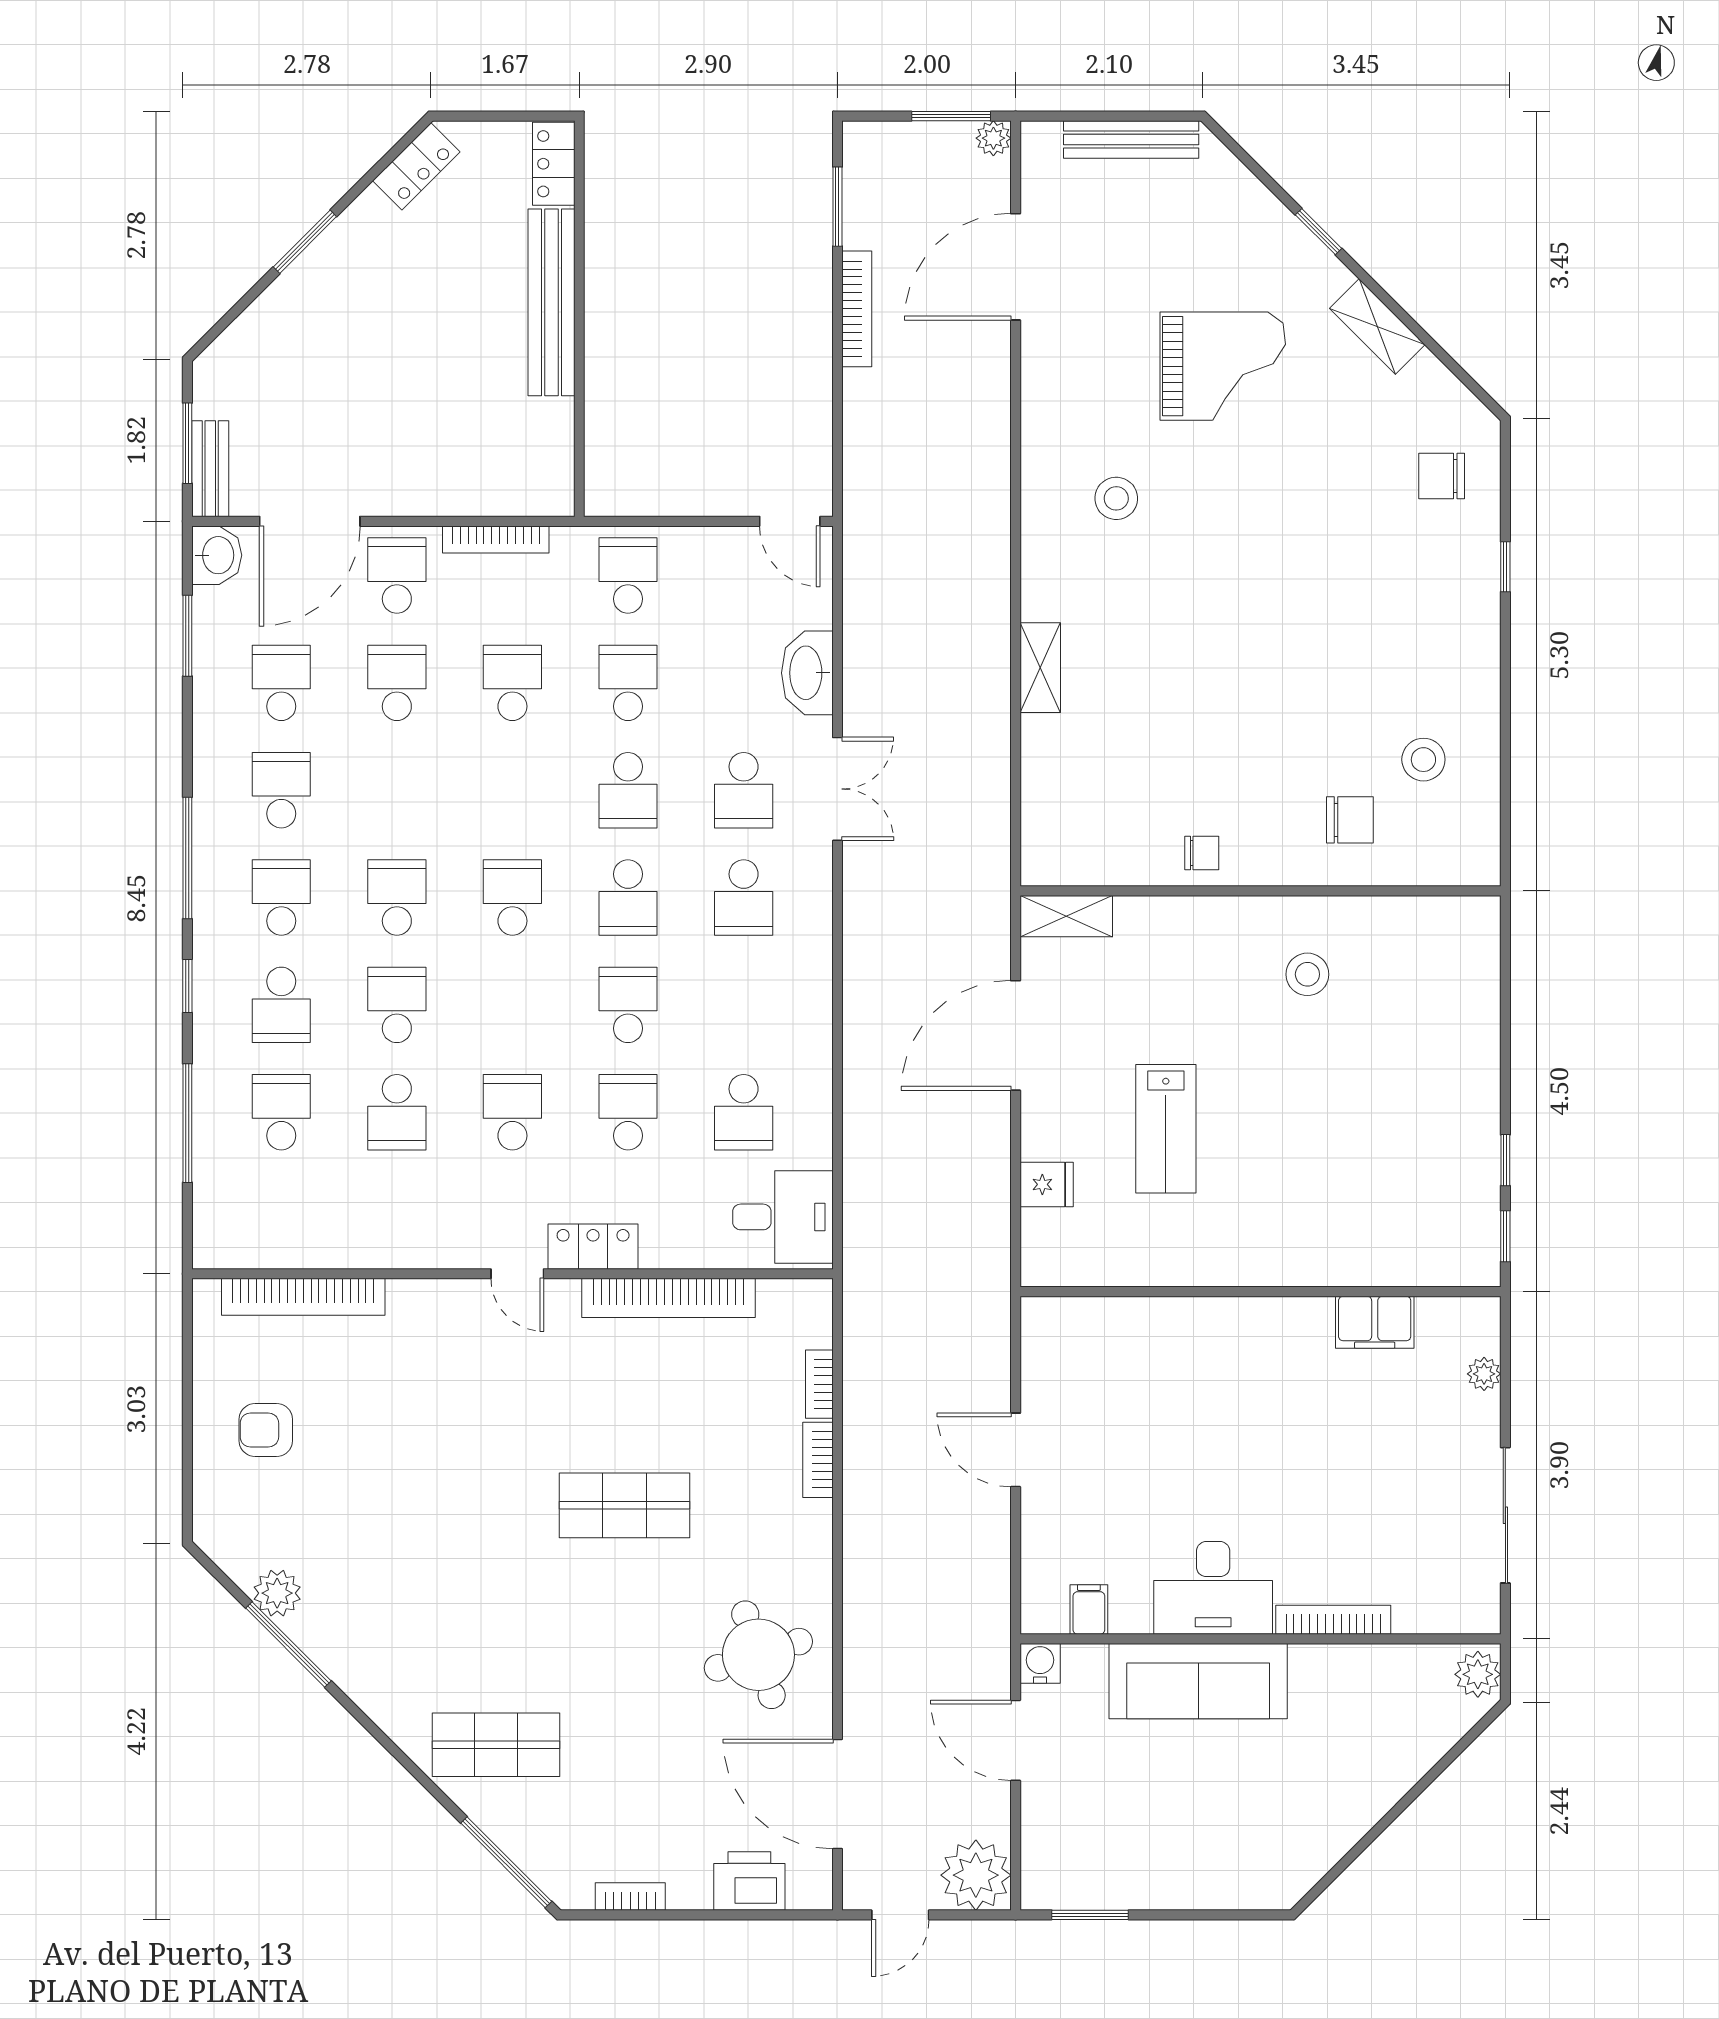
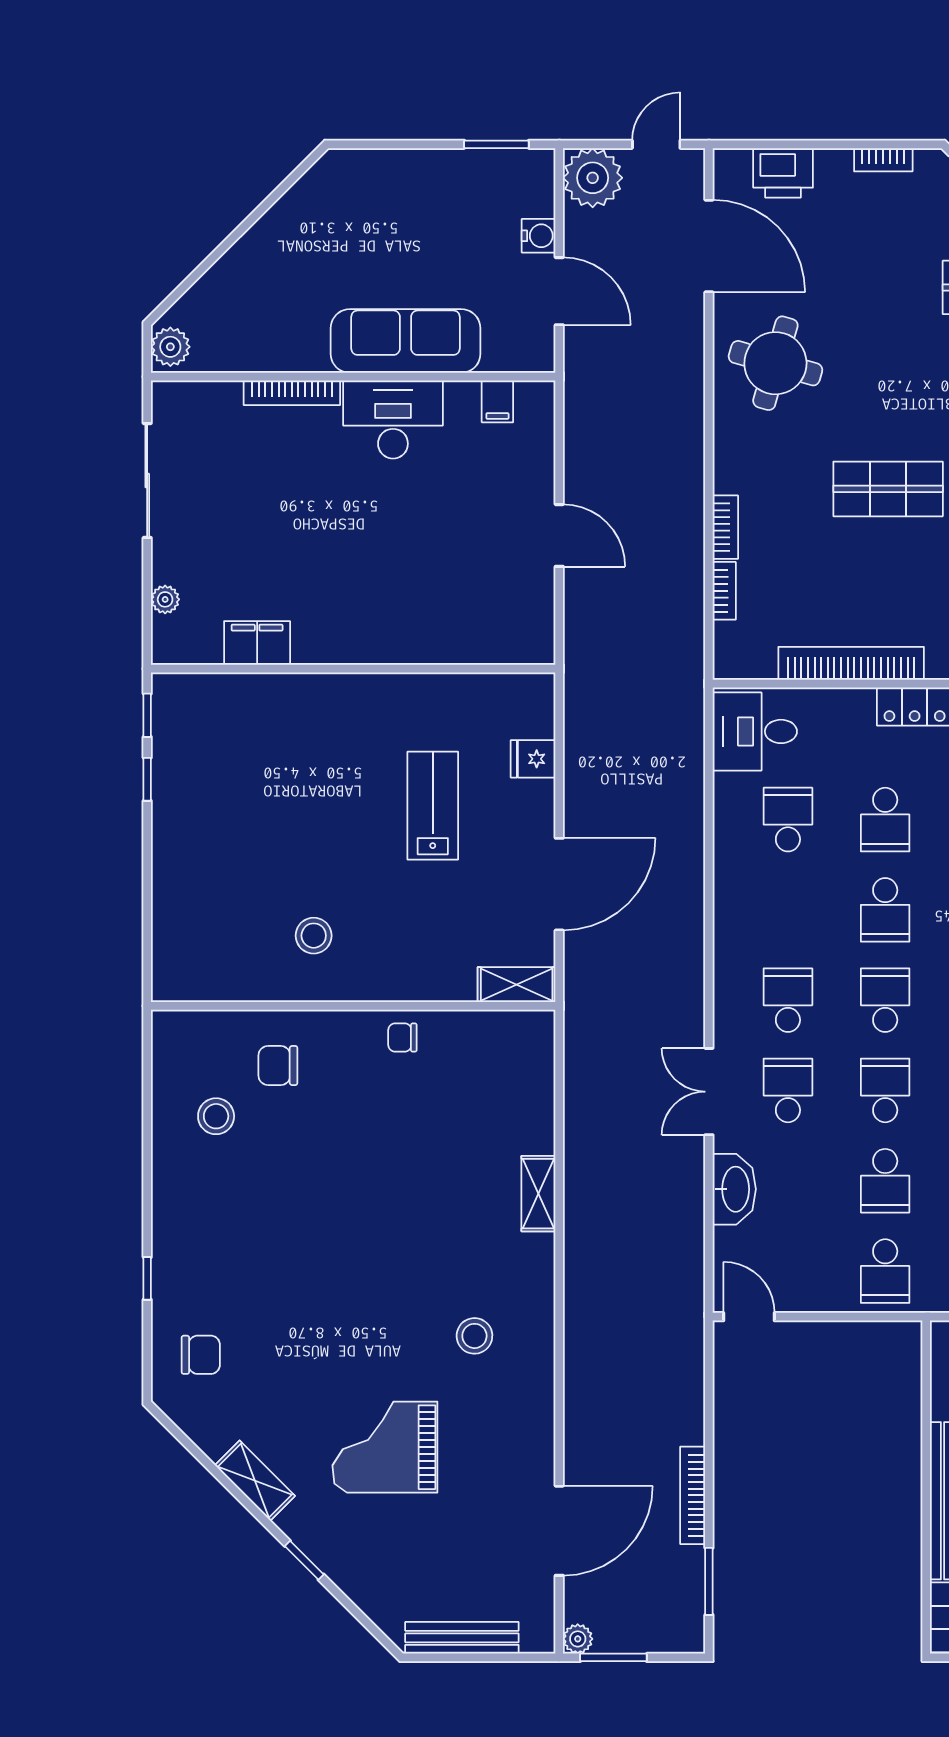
round table: (758, 1655) -> (775, 363), turned 34
water cooler: (1040, 1663) -> (539, 236), moved, turned -90

